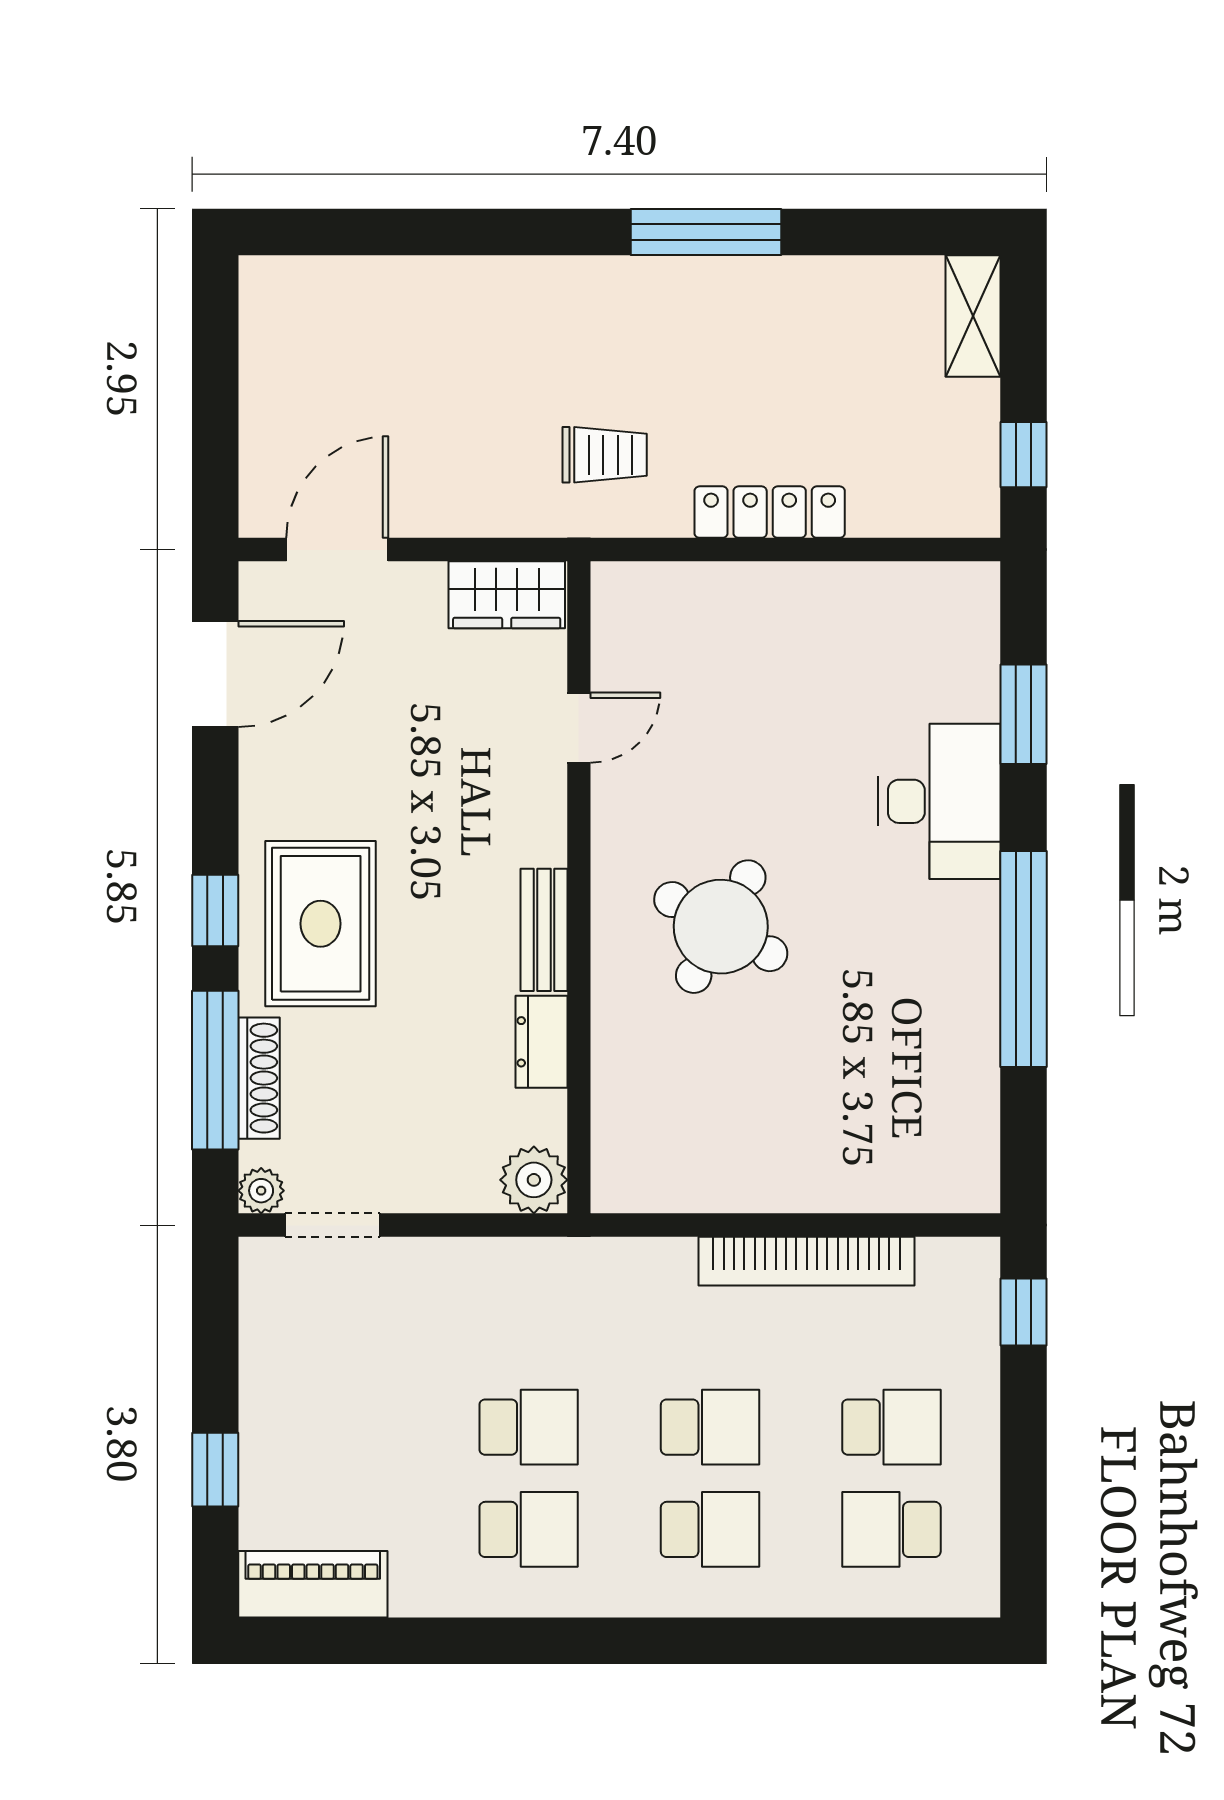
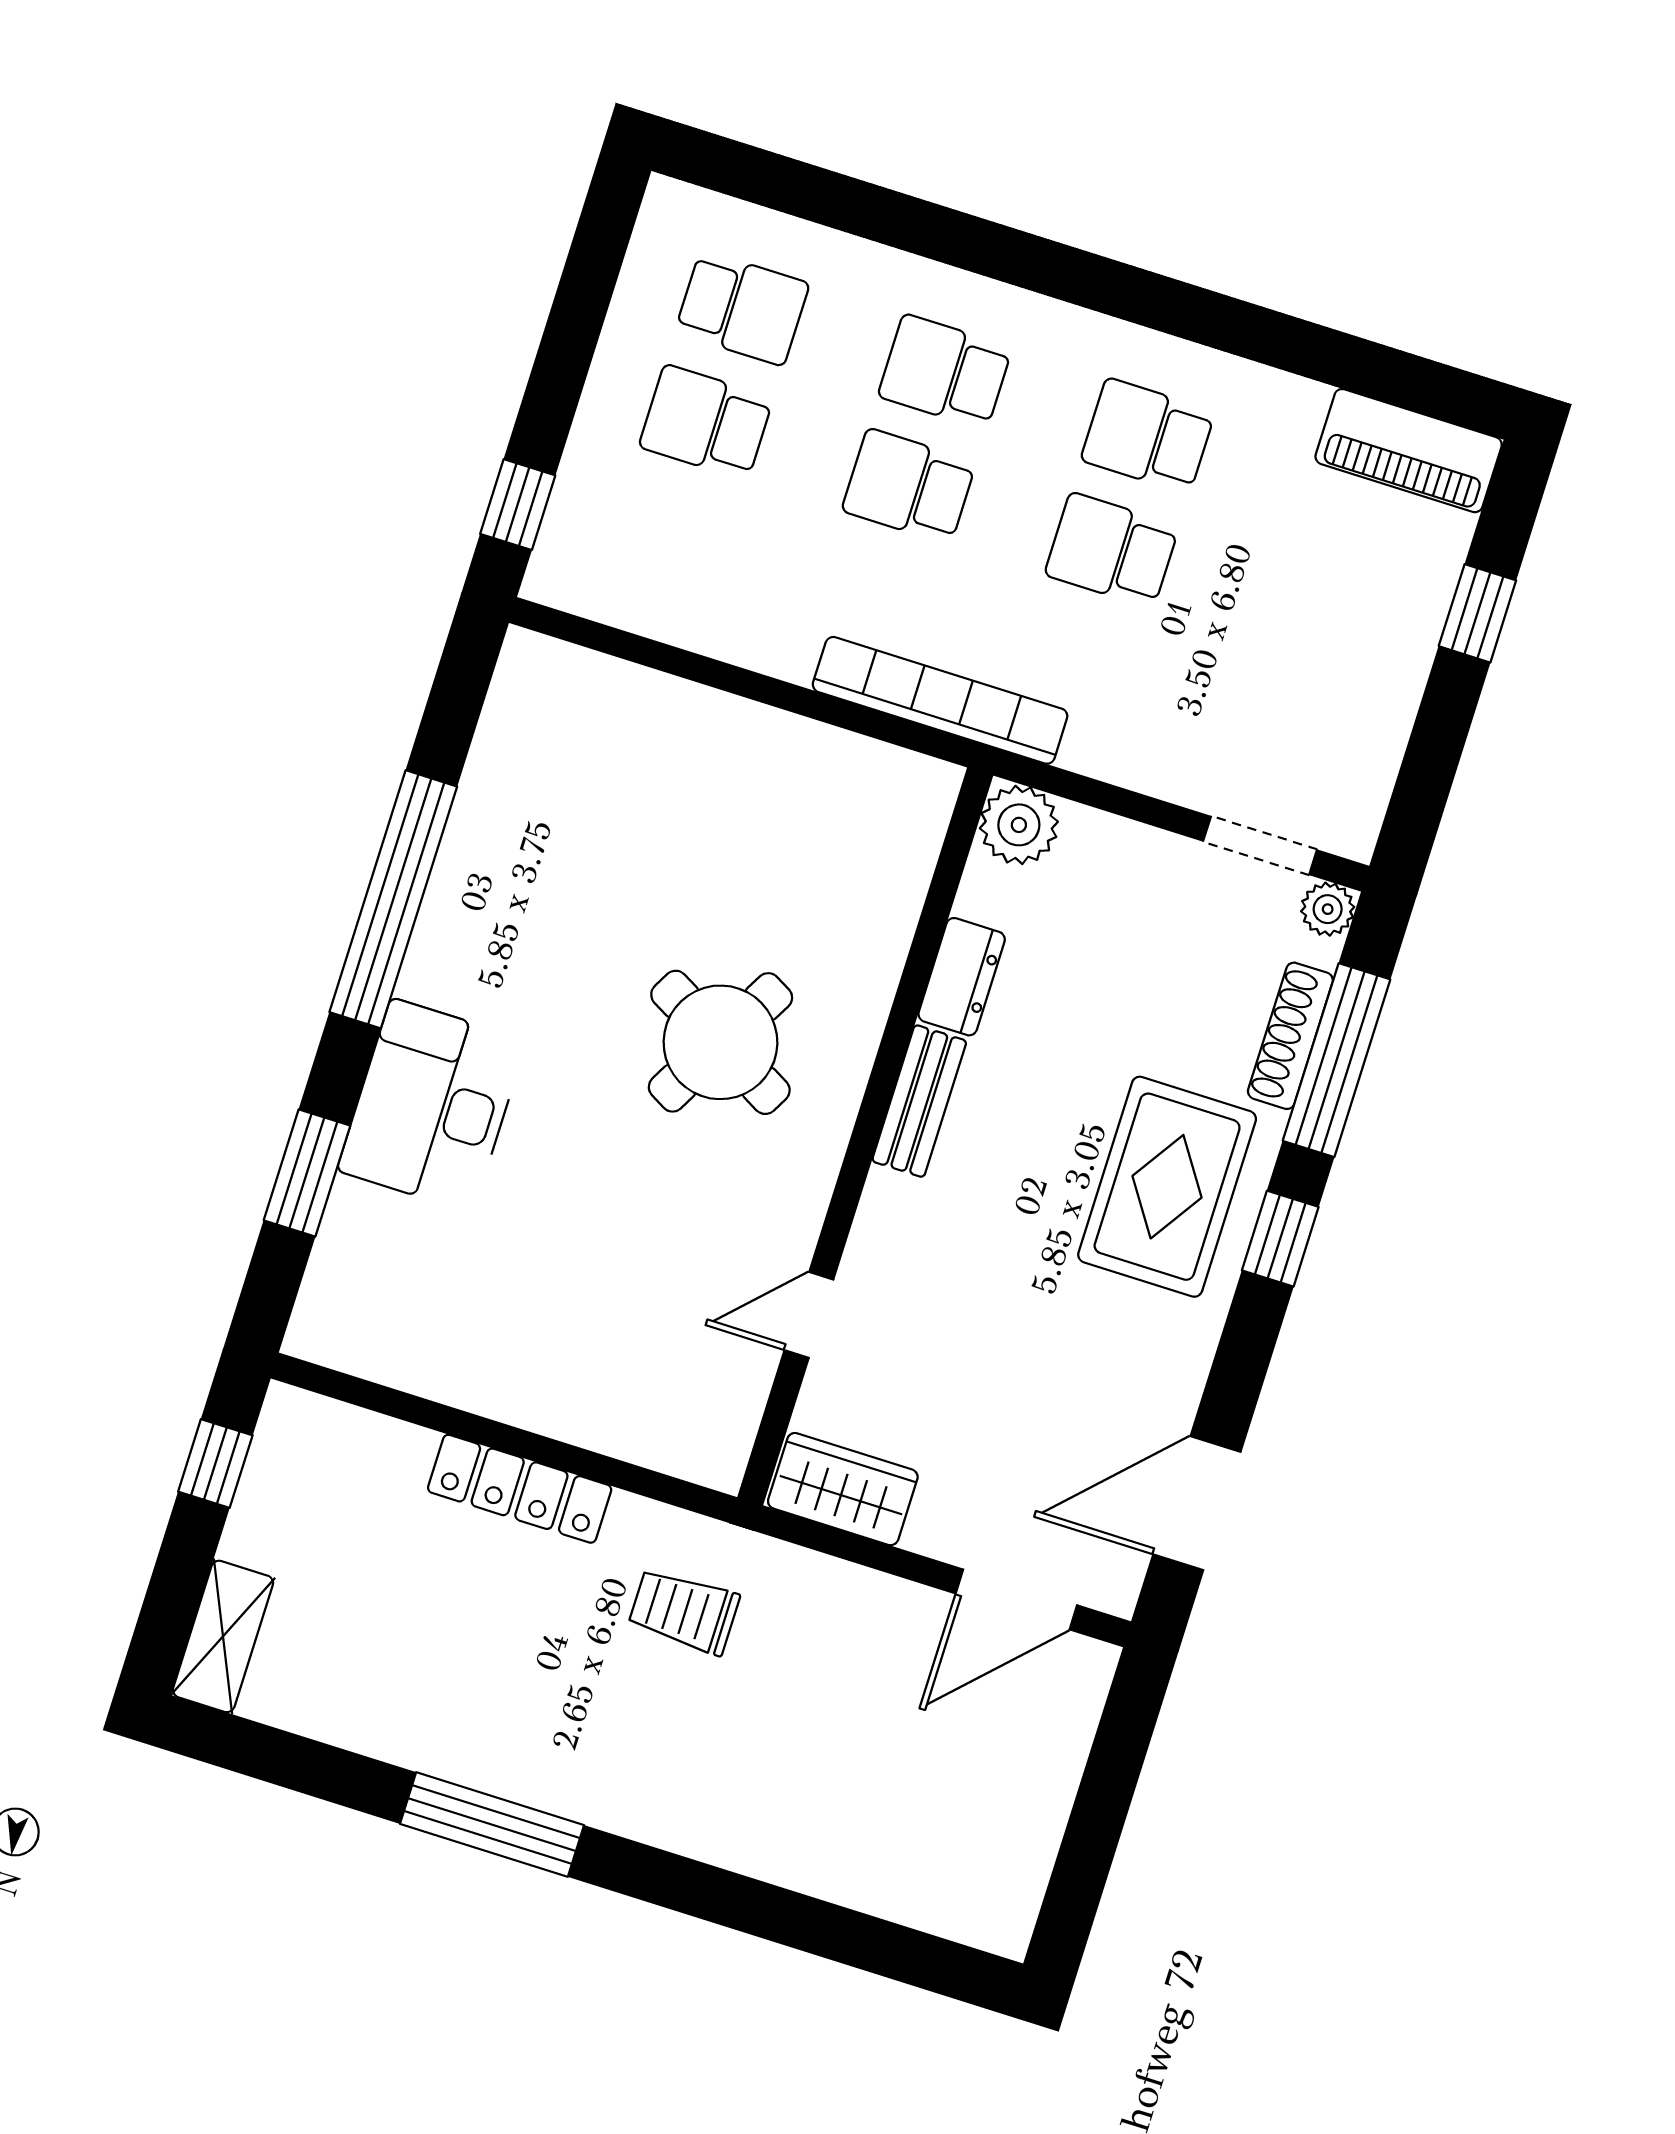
bookcase: (807, 1261) -> (940, 700), moved

